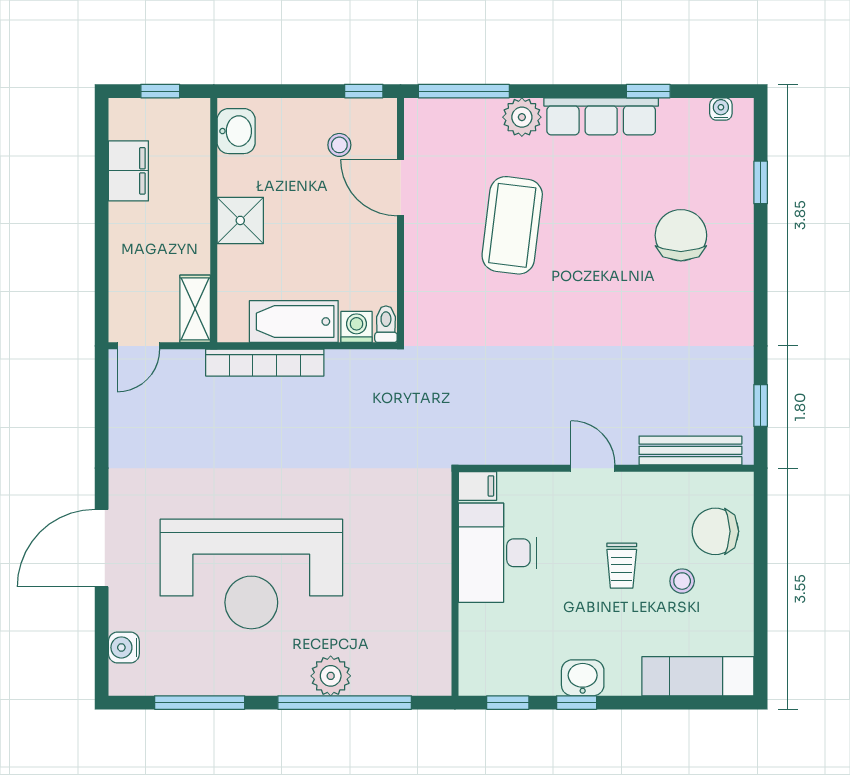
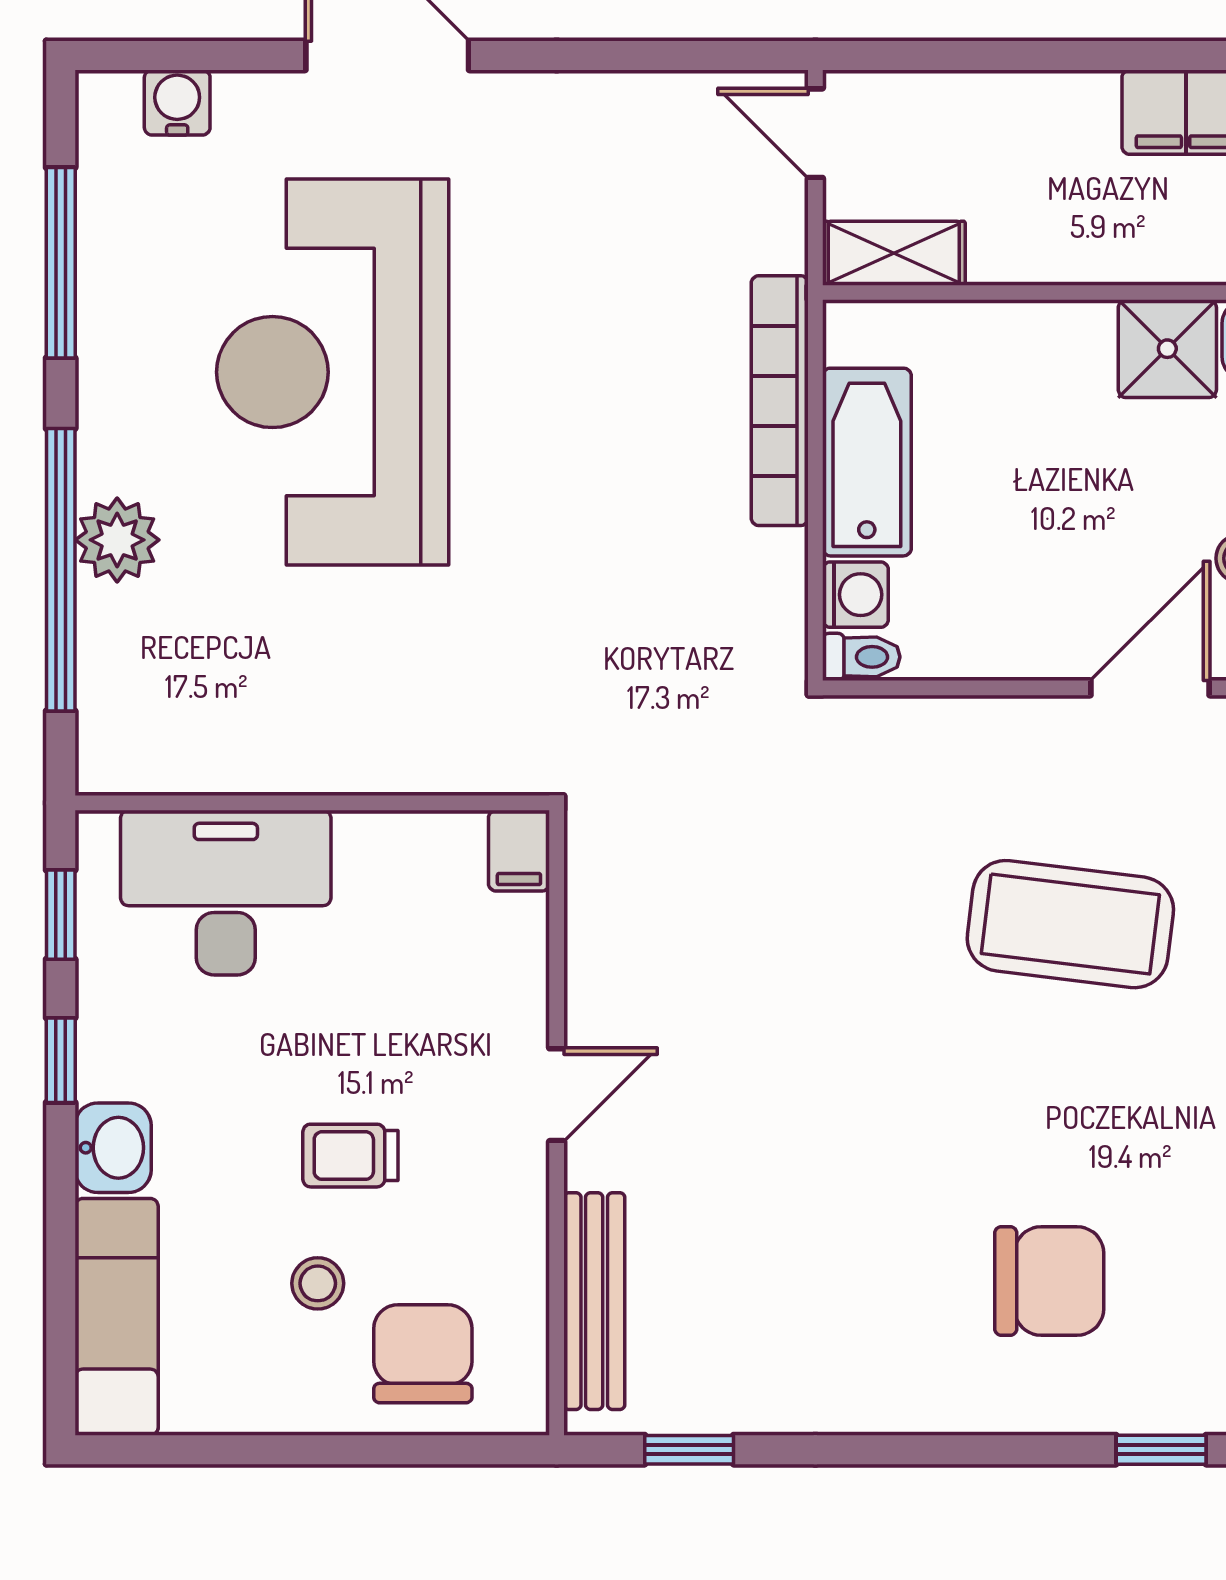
shower: (240, 220) -> (1167, 349), moved
desk: (497, 553) -> (226, 893), moved
washbasin: (583, 678) -> (113, 1148), moved

